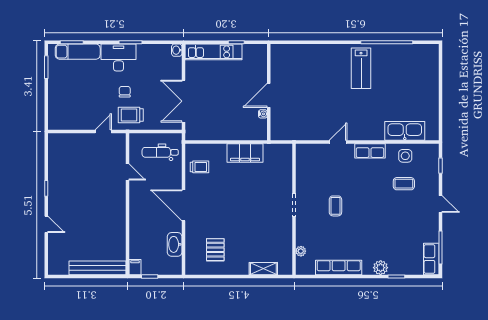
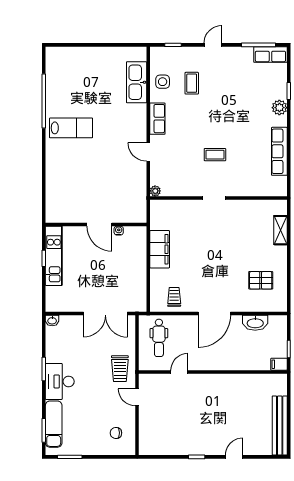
kitchen unit: (214, 52) -> (54, 256), moved
chair: (125, 92) -> (116, 433), moved
plant: (301, 251) -> (155, 191), moved
bench: (98, 268) -> (280, 425), moved

